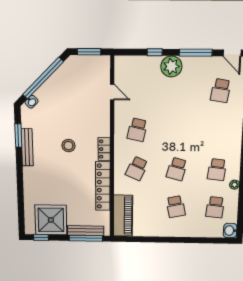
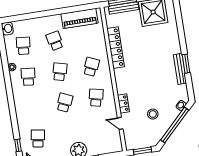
school desk: (178, 130) -> (65, 103), added
window: (18, 136) -> (186, 64), moved
stool: (68, 146) -> (153, 114), moved
locker: (104, 149) -> (123, 103), moved
piano: (123, 216) -> (79, 18), moved, turned -90

